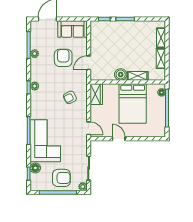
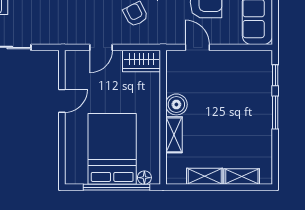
bed: (133, 103) -> (112, 149), moved, turned 90
door: (89, 128) -> (101, 47), moved

